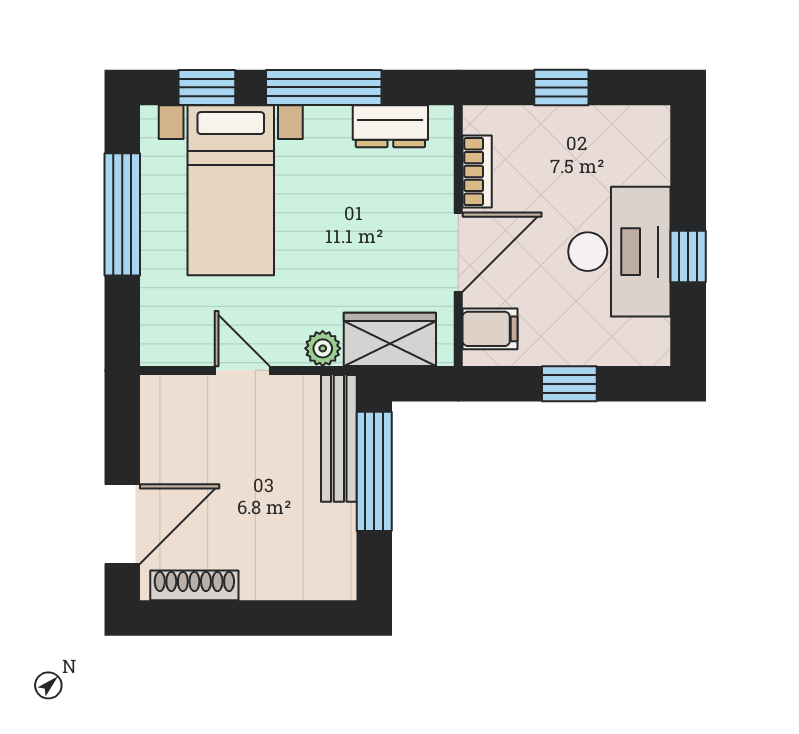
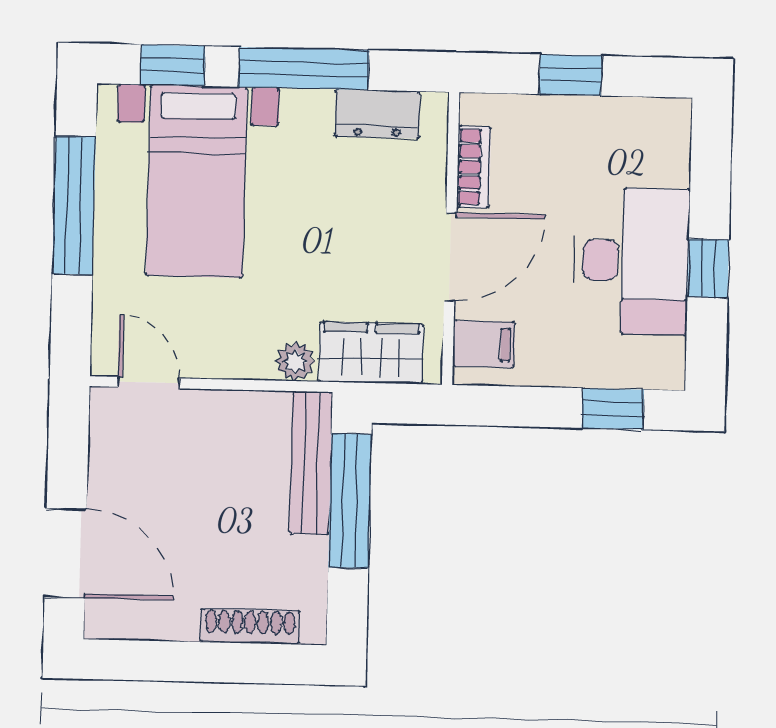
door: (242, 370) -> (149, 383), moved
window: (569, 384) -> (613, 409), moved
door: (122, 524) -> (66, 553), hinge flipped
shoe rack: (194, 585) -> (250, 627), moved

